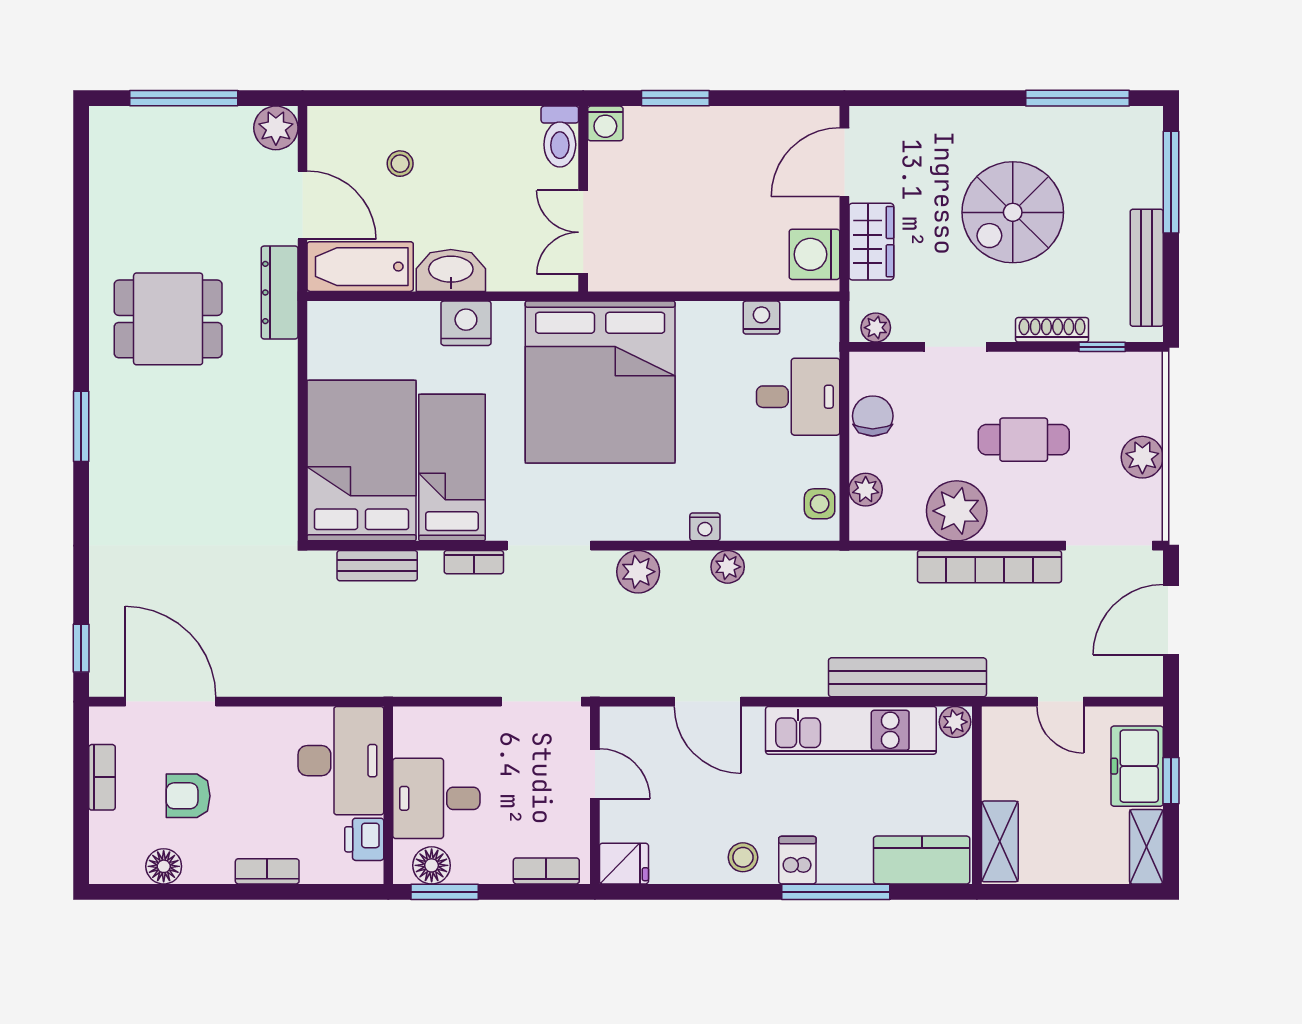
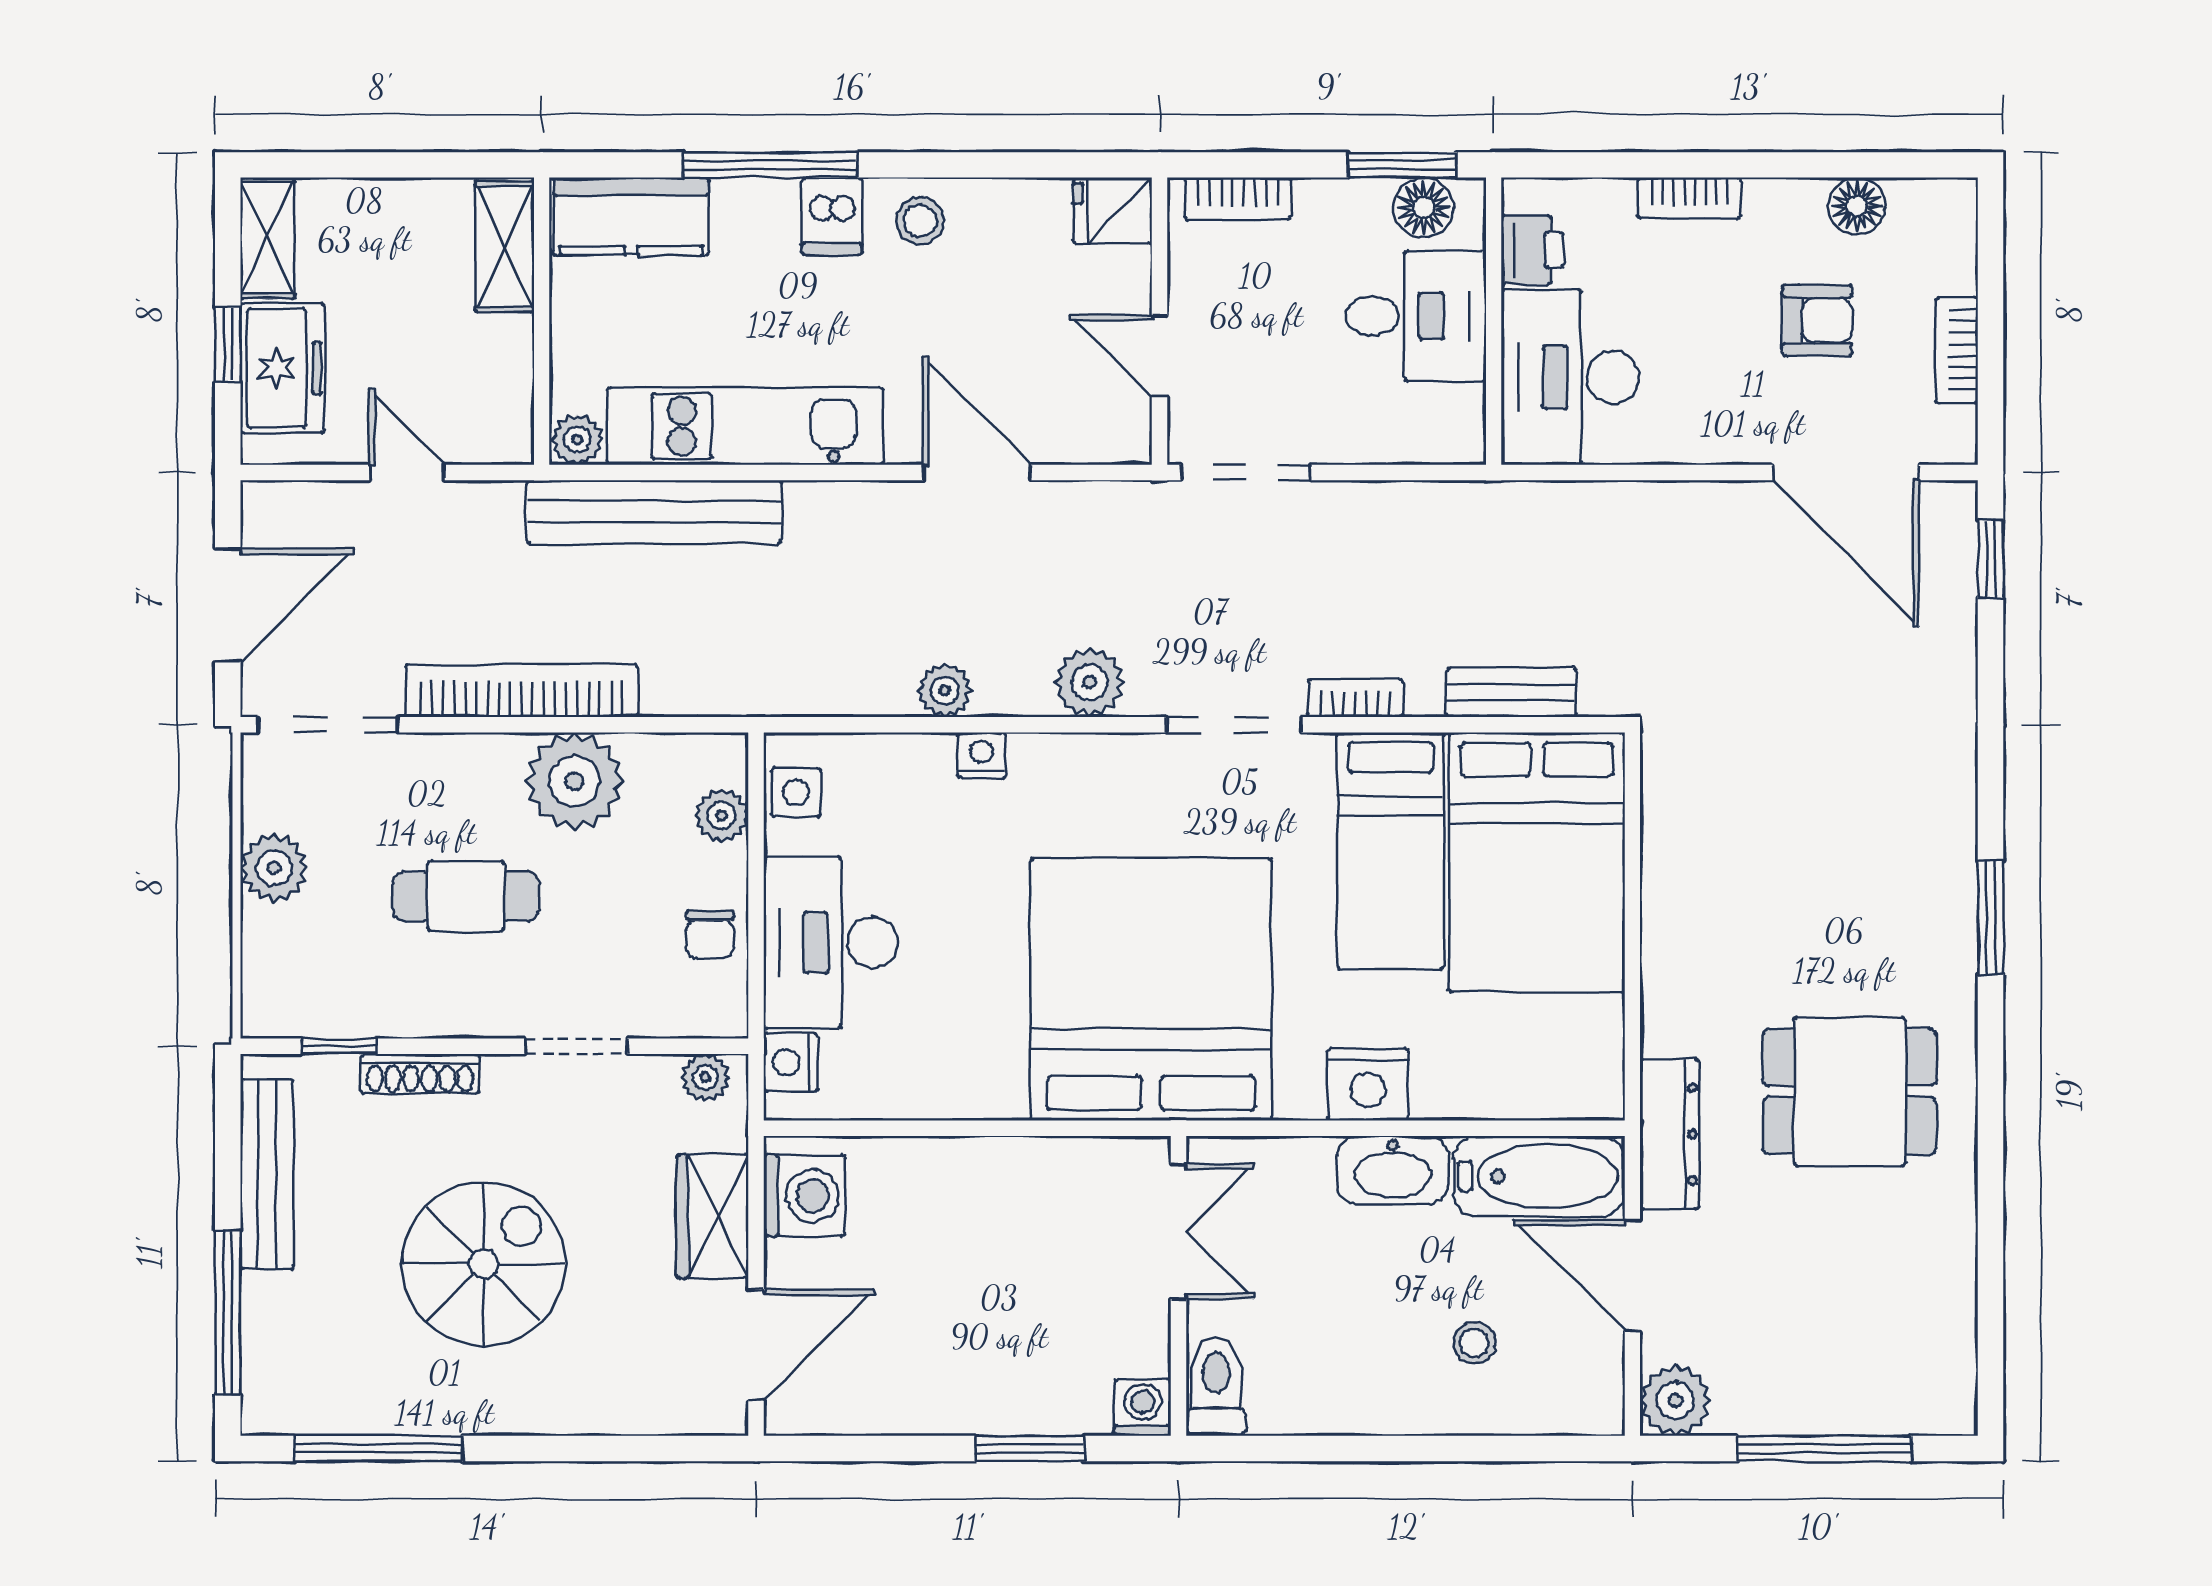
nightstand: (761, 318) -> (791, 1062), moved, turned 90
desk: (798, 397) -> (831, 942), width x1.37
chair: (873, 416) -> (710, 935), width x0.73, depth x0.73

